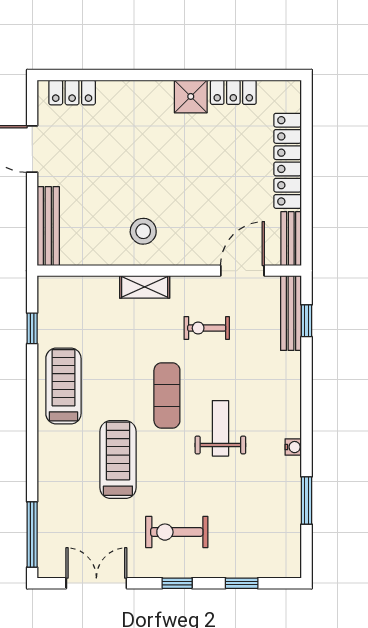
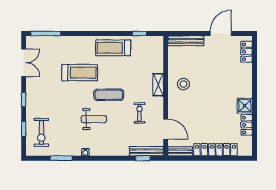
treadmill: (63, 386) -> (113, 48), turned 180
exercise bike: (177, 532) -> (41, 132), moved, turned 180

